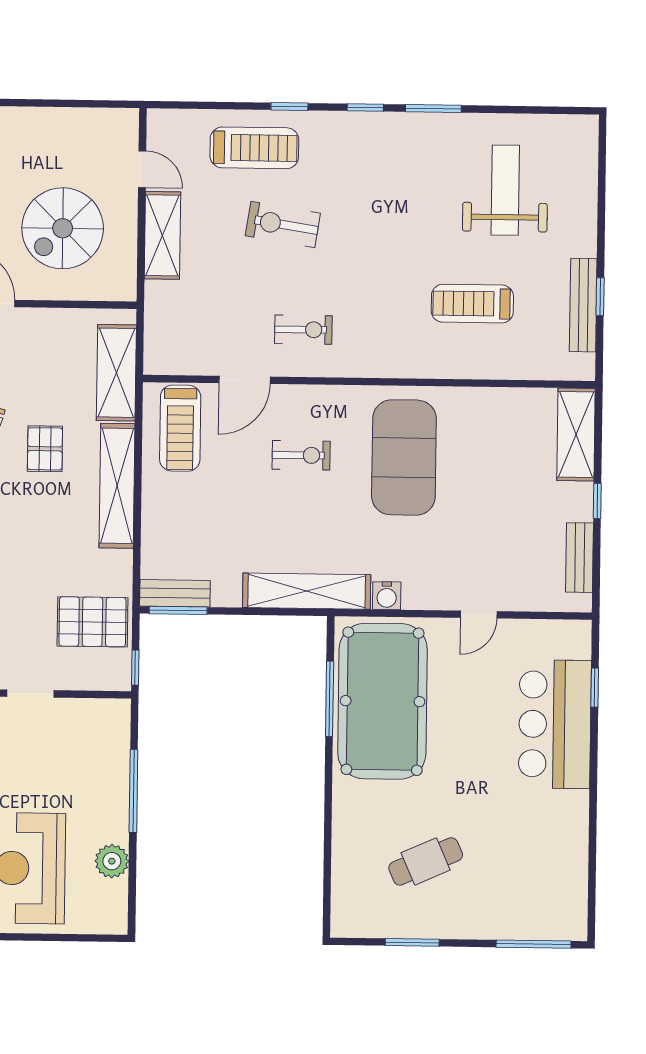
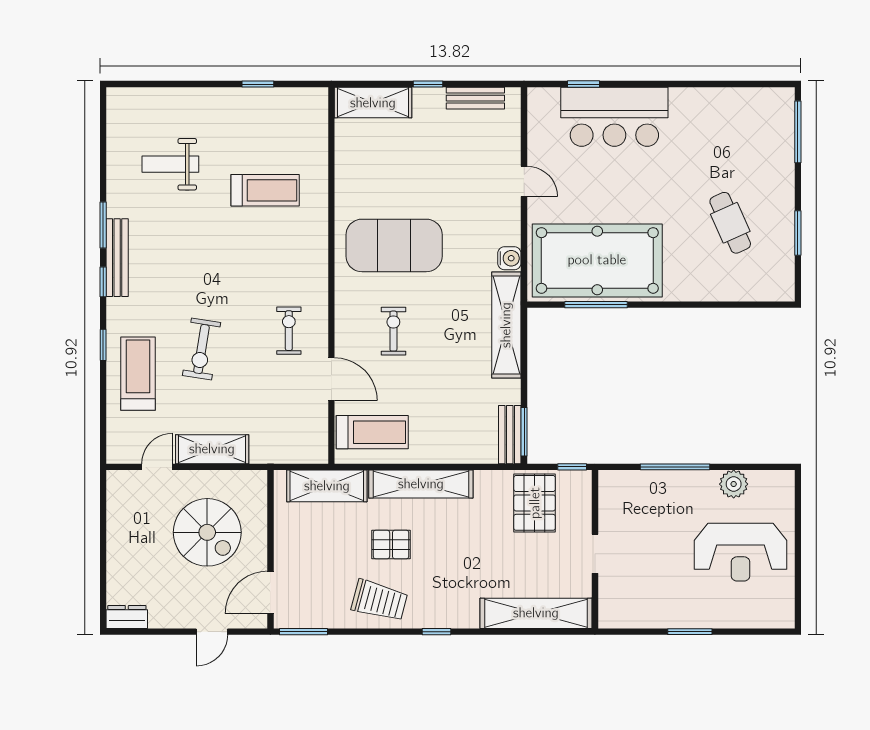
weight bench: (505, 190) -> (170, 164), width x0.73, depth x0.75
treadmill: (472, 304) -> (265, 190), turned -90
bench: (583, 305) -> (117, 258), moved, turned 90

